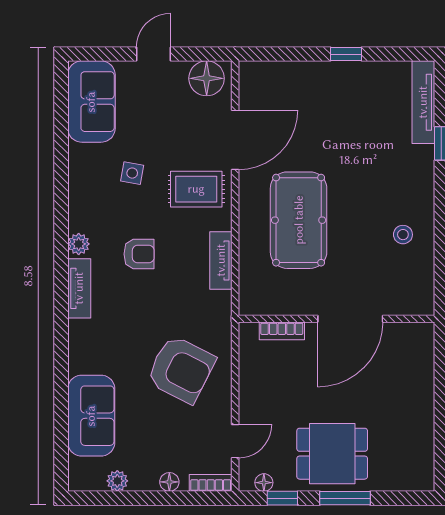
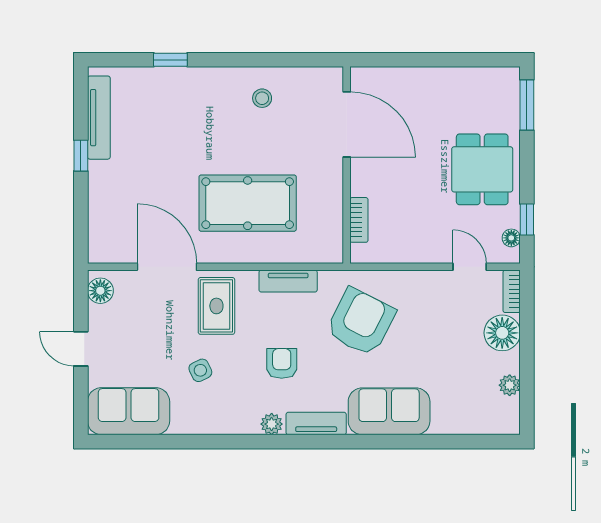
floor lamp: (207, 78) -> (100, 291), width x0.73, depth x0.73
tv unit: (423, 102) -> (99, 118), moved, turned -90
side table: (132, 173) -> (200, 370), turned -36
door: (350, 319) -> (347, 124), moved
armchair: (181, 369) -> (361, 322), moved
sofa: (91, 416) -> (389, 411), moved
floor lamp: (169, 482) -> (502, 333), width x1.89, depth x1.89
window: (345, 498) -> (527, 105), moved

